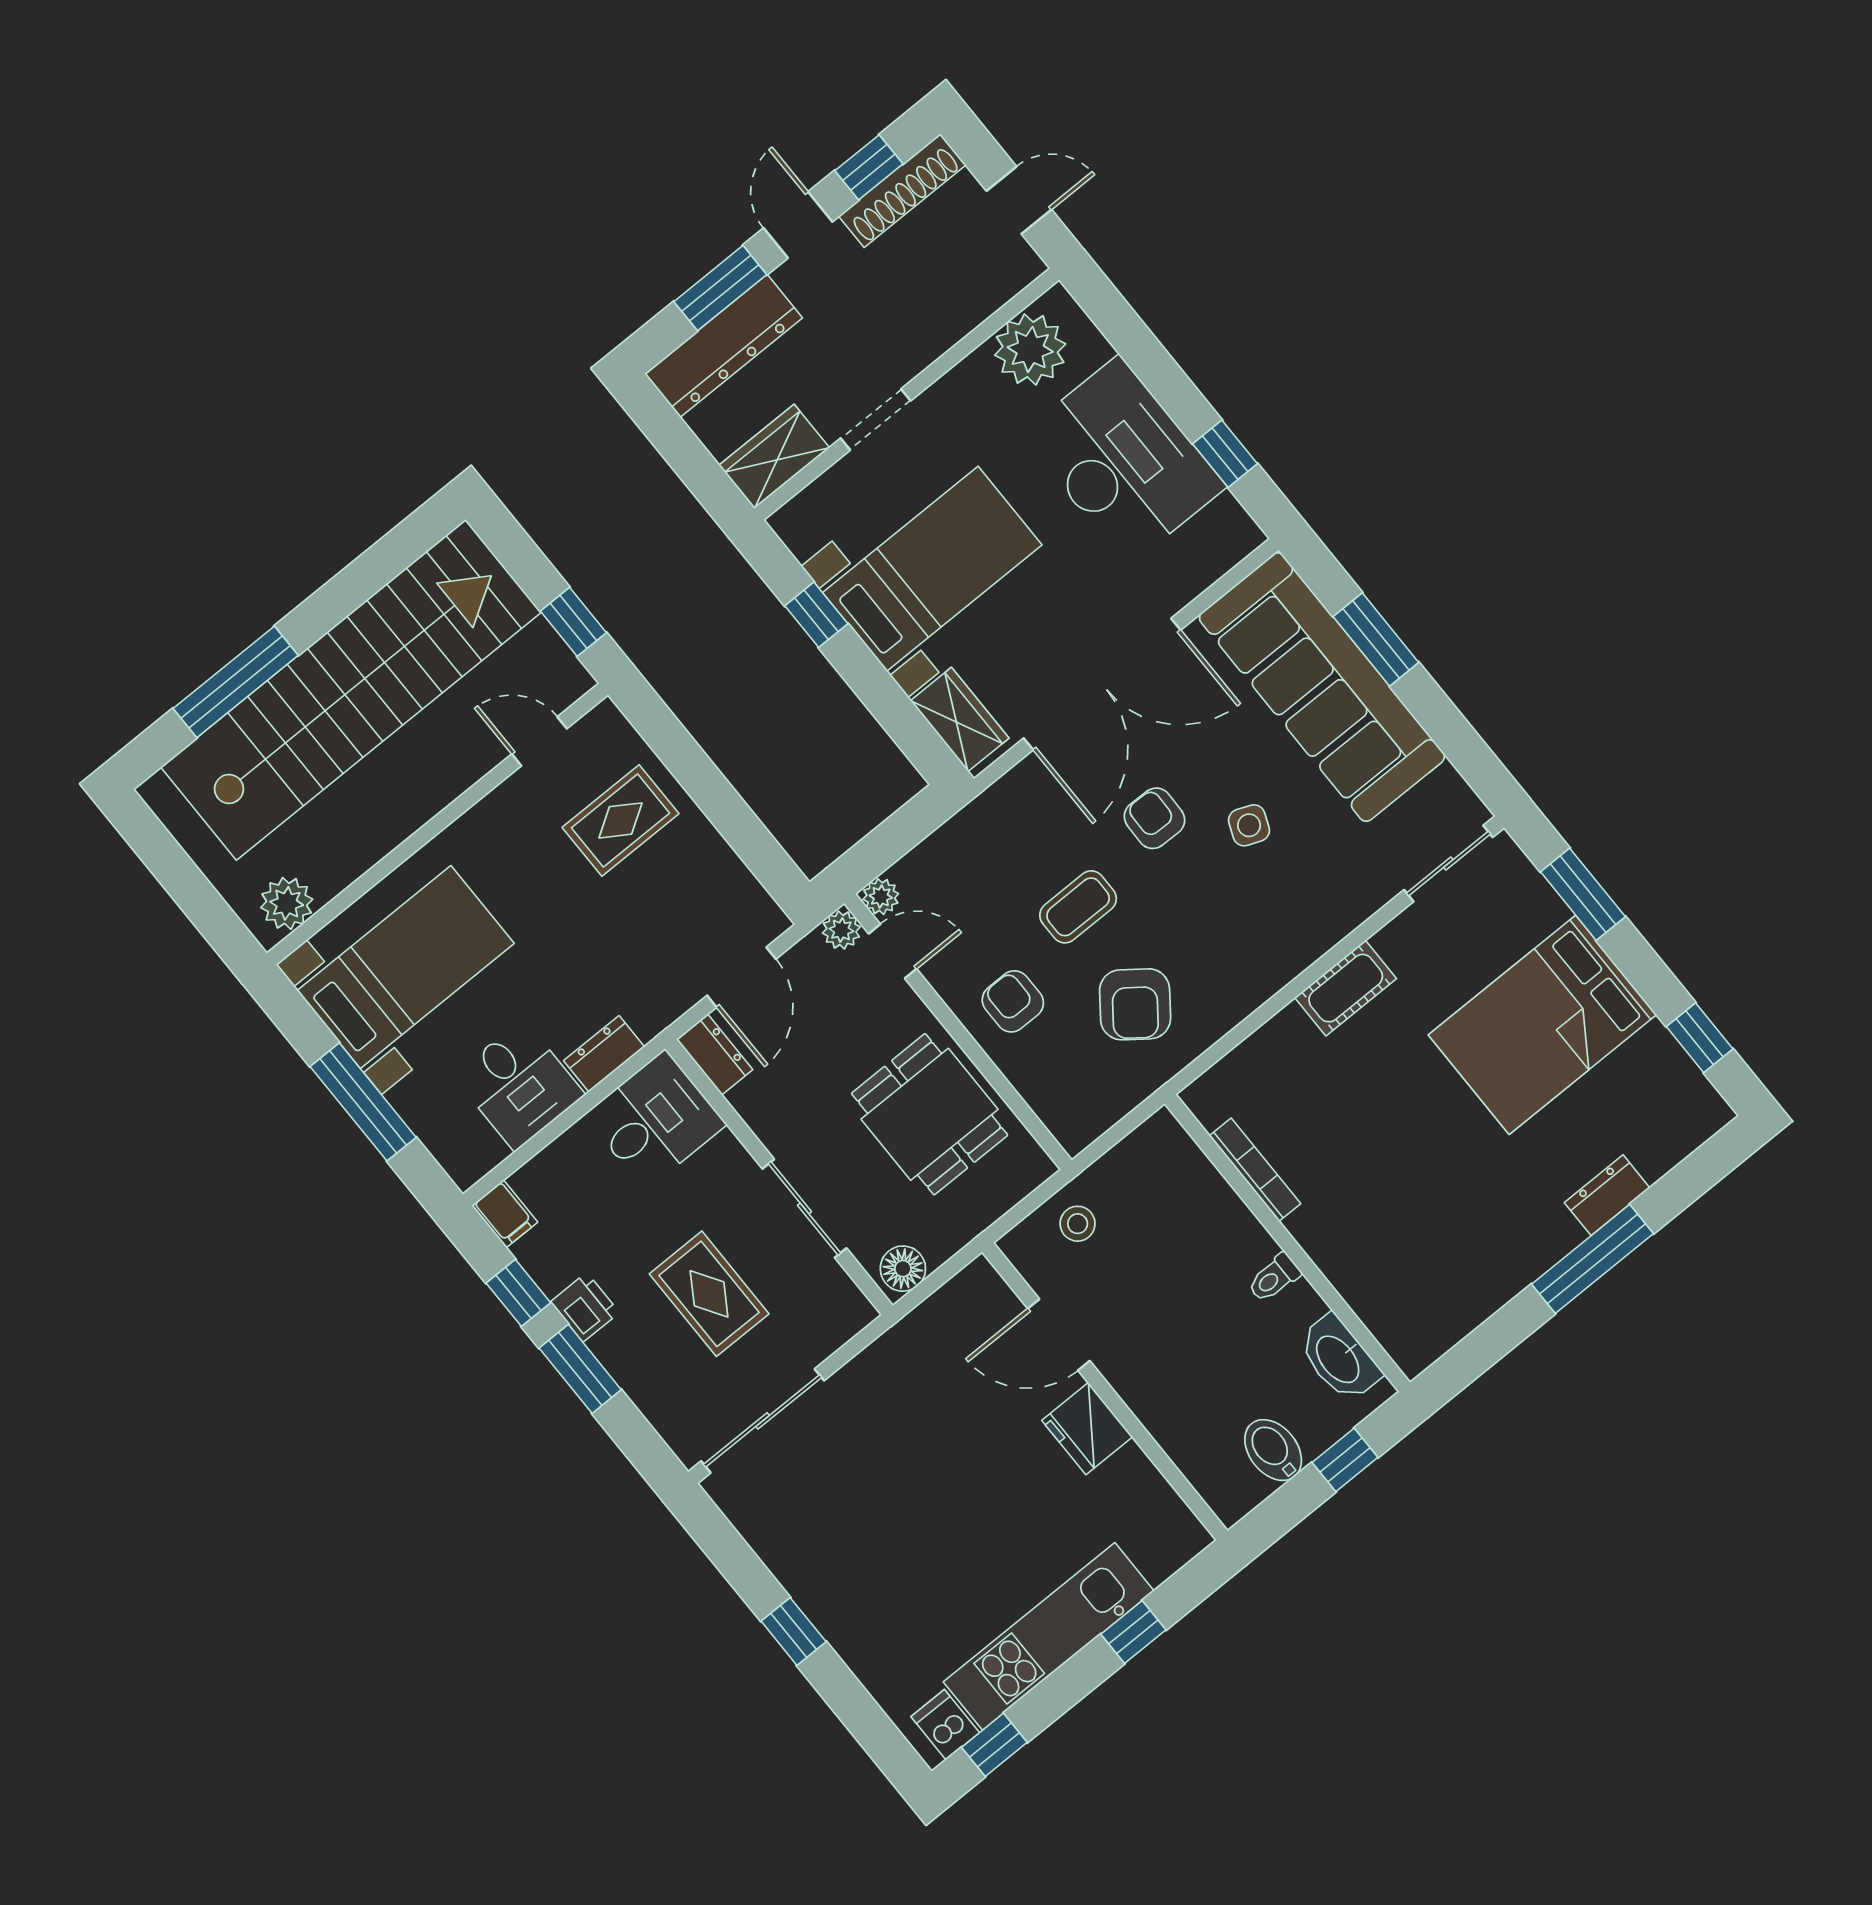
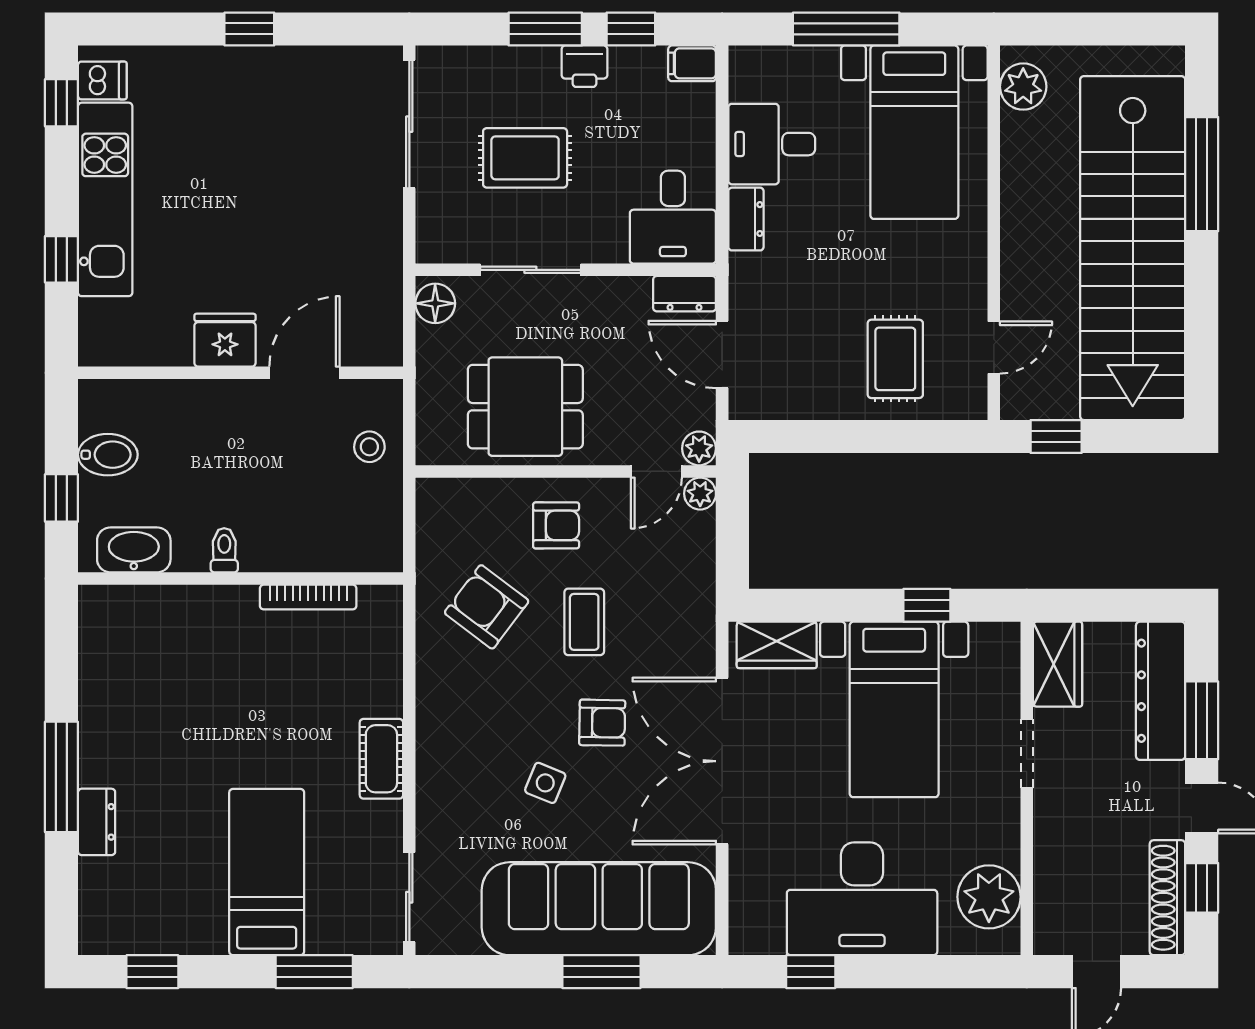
bed: (1542, 1025) -> (267, 872), width x0.67

